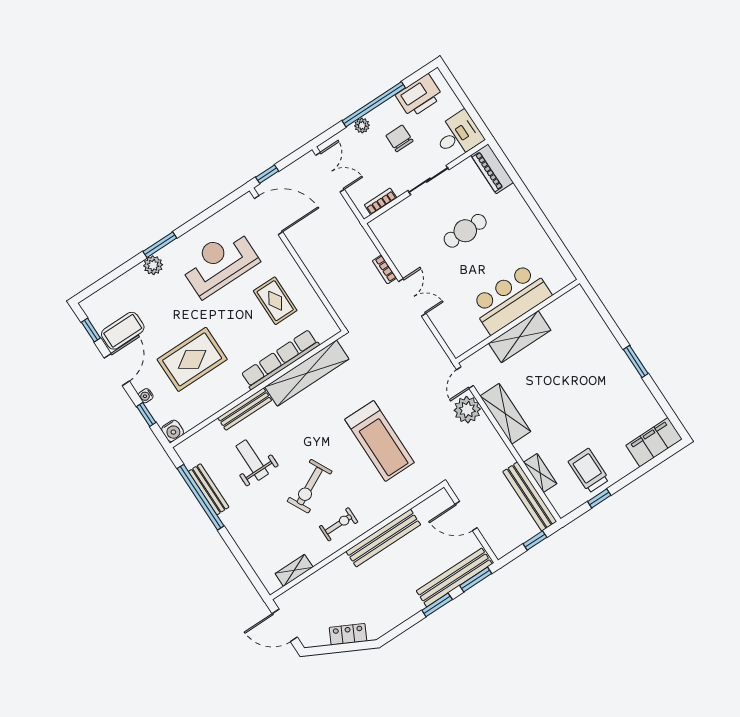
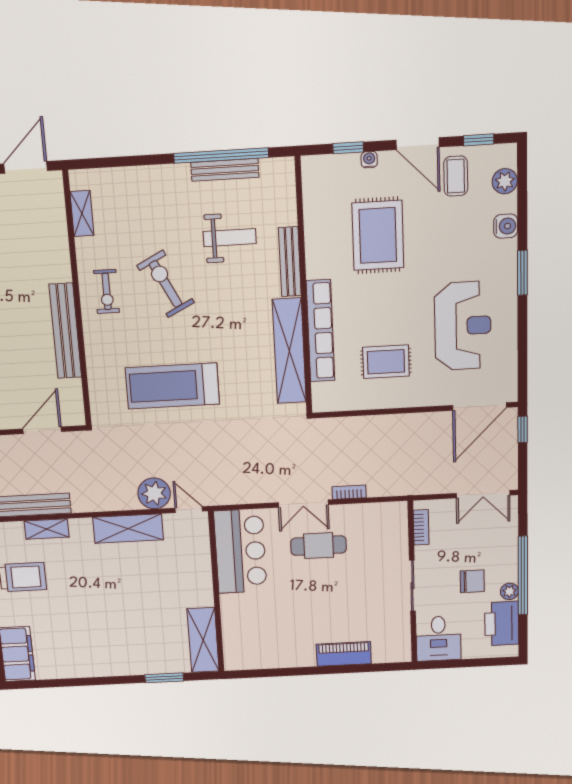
plant: (362, 125) -> (509, 591), moved
piano: (492, 169) -> (344, 654), moved
cafe table: (465, 231) -> (318, 546), moved, turned 90
plant: (153, 265) -> (505, 181), moved
bar counter: (511, 299) -> (240, 551), moved
coffee table: (123, 331) -> (456, 176), width x0.73, depth x0.77
shelving: (520, 337) -> (203, 640), moved
window: (636, 361) -> (164, 678), moved
water cooler: (173, 431) -> (506, 226), moved, turned 180

